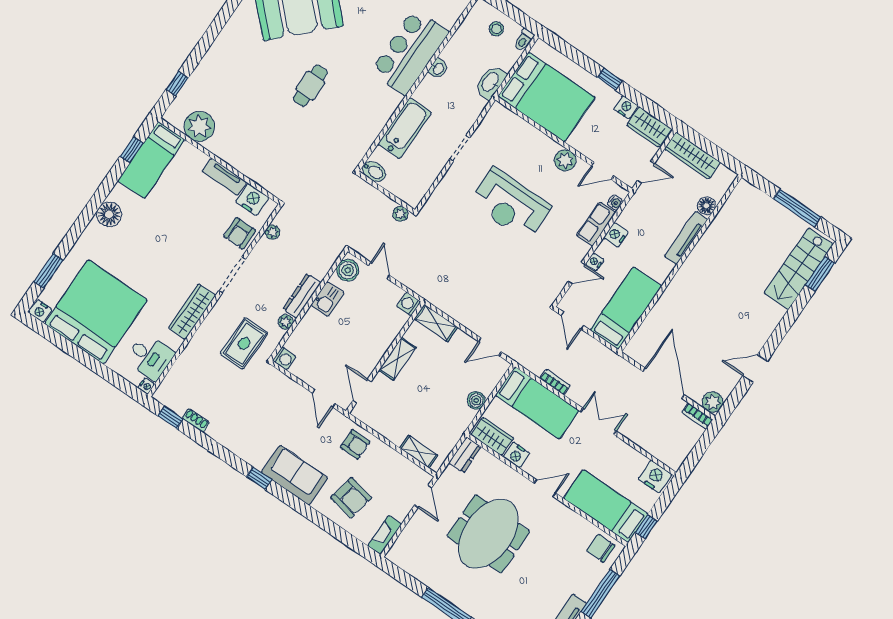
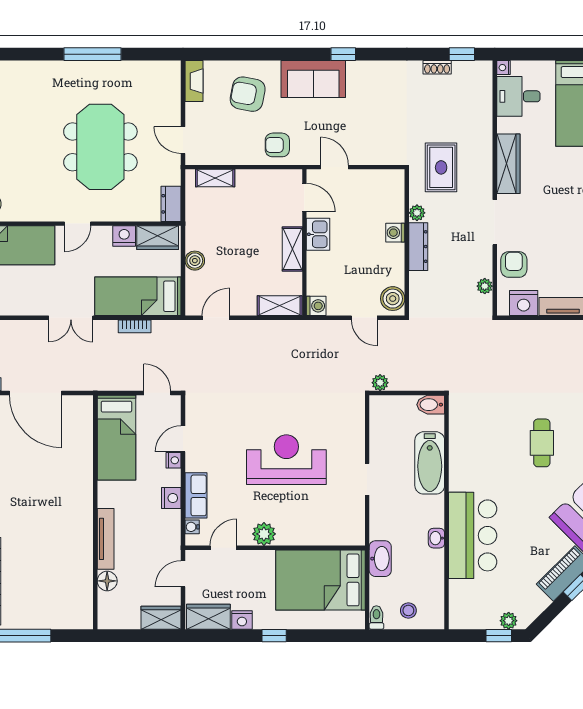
wardrobe: (693, 156) -> (161, 618), width x0.67
kitchen sink: (328, 299) -> (318, 234), moved, turned 180
washing machine: (284, 359) -> (395, 233), moved

